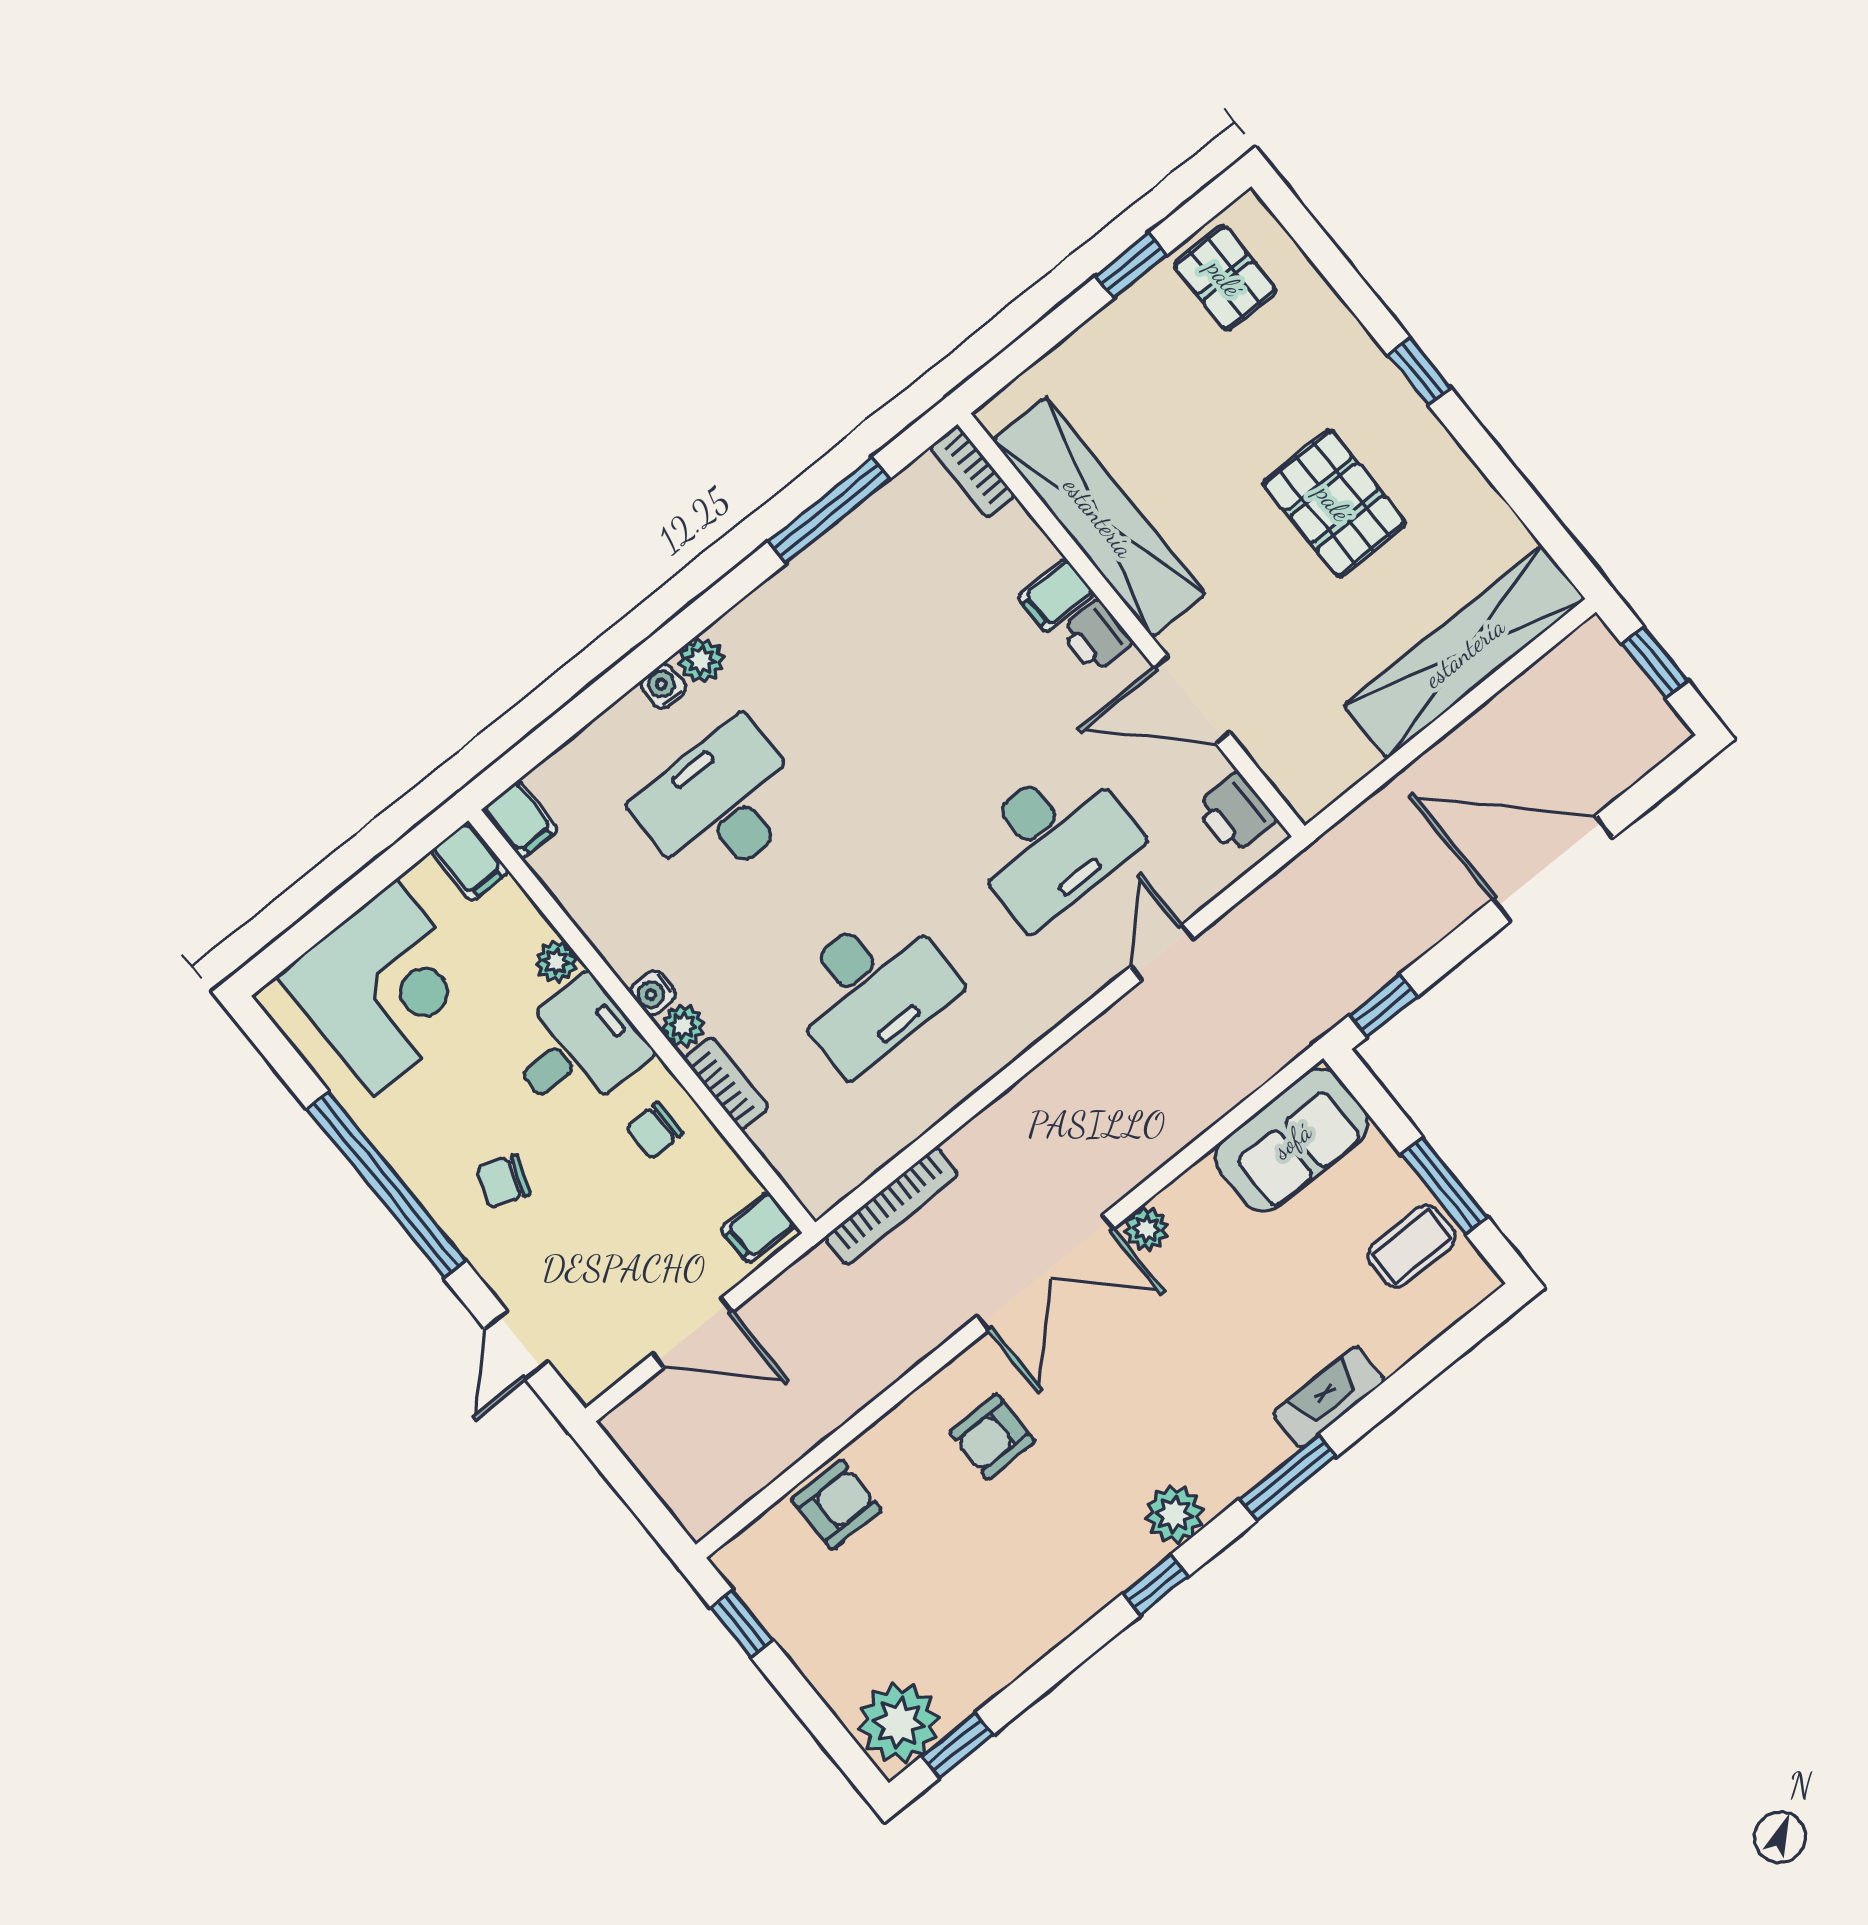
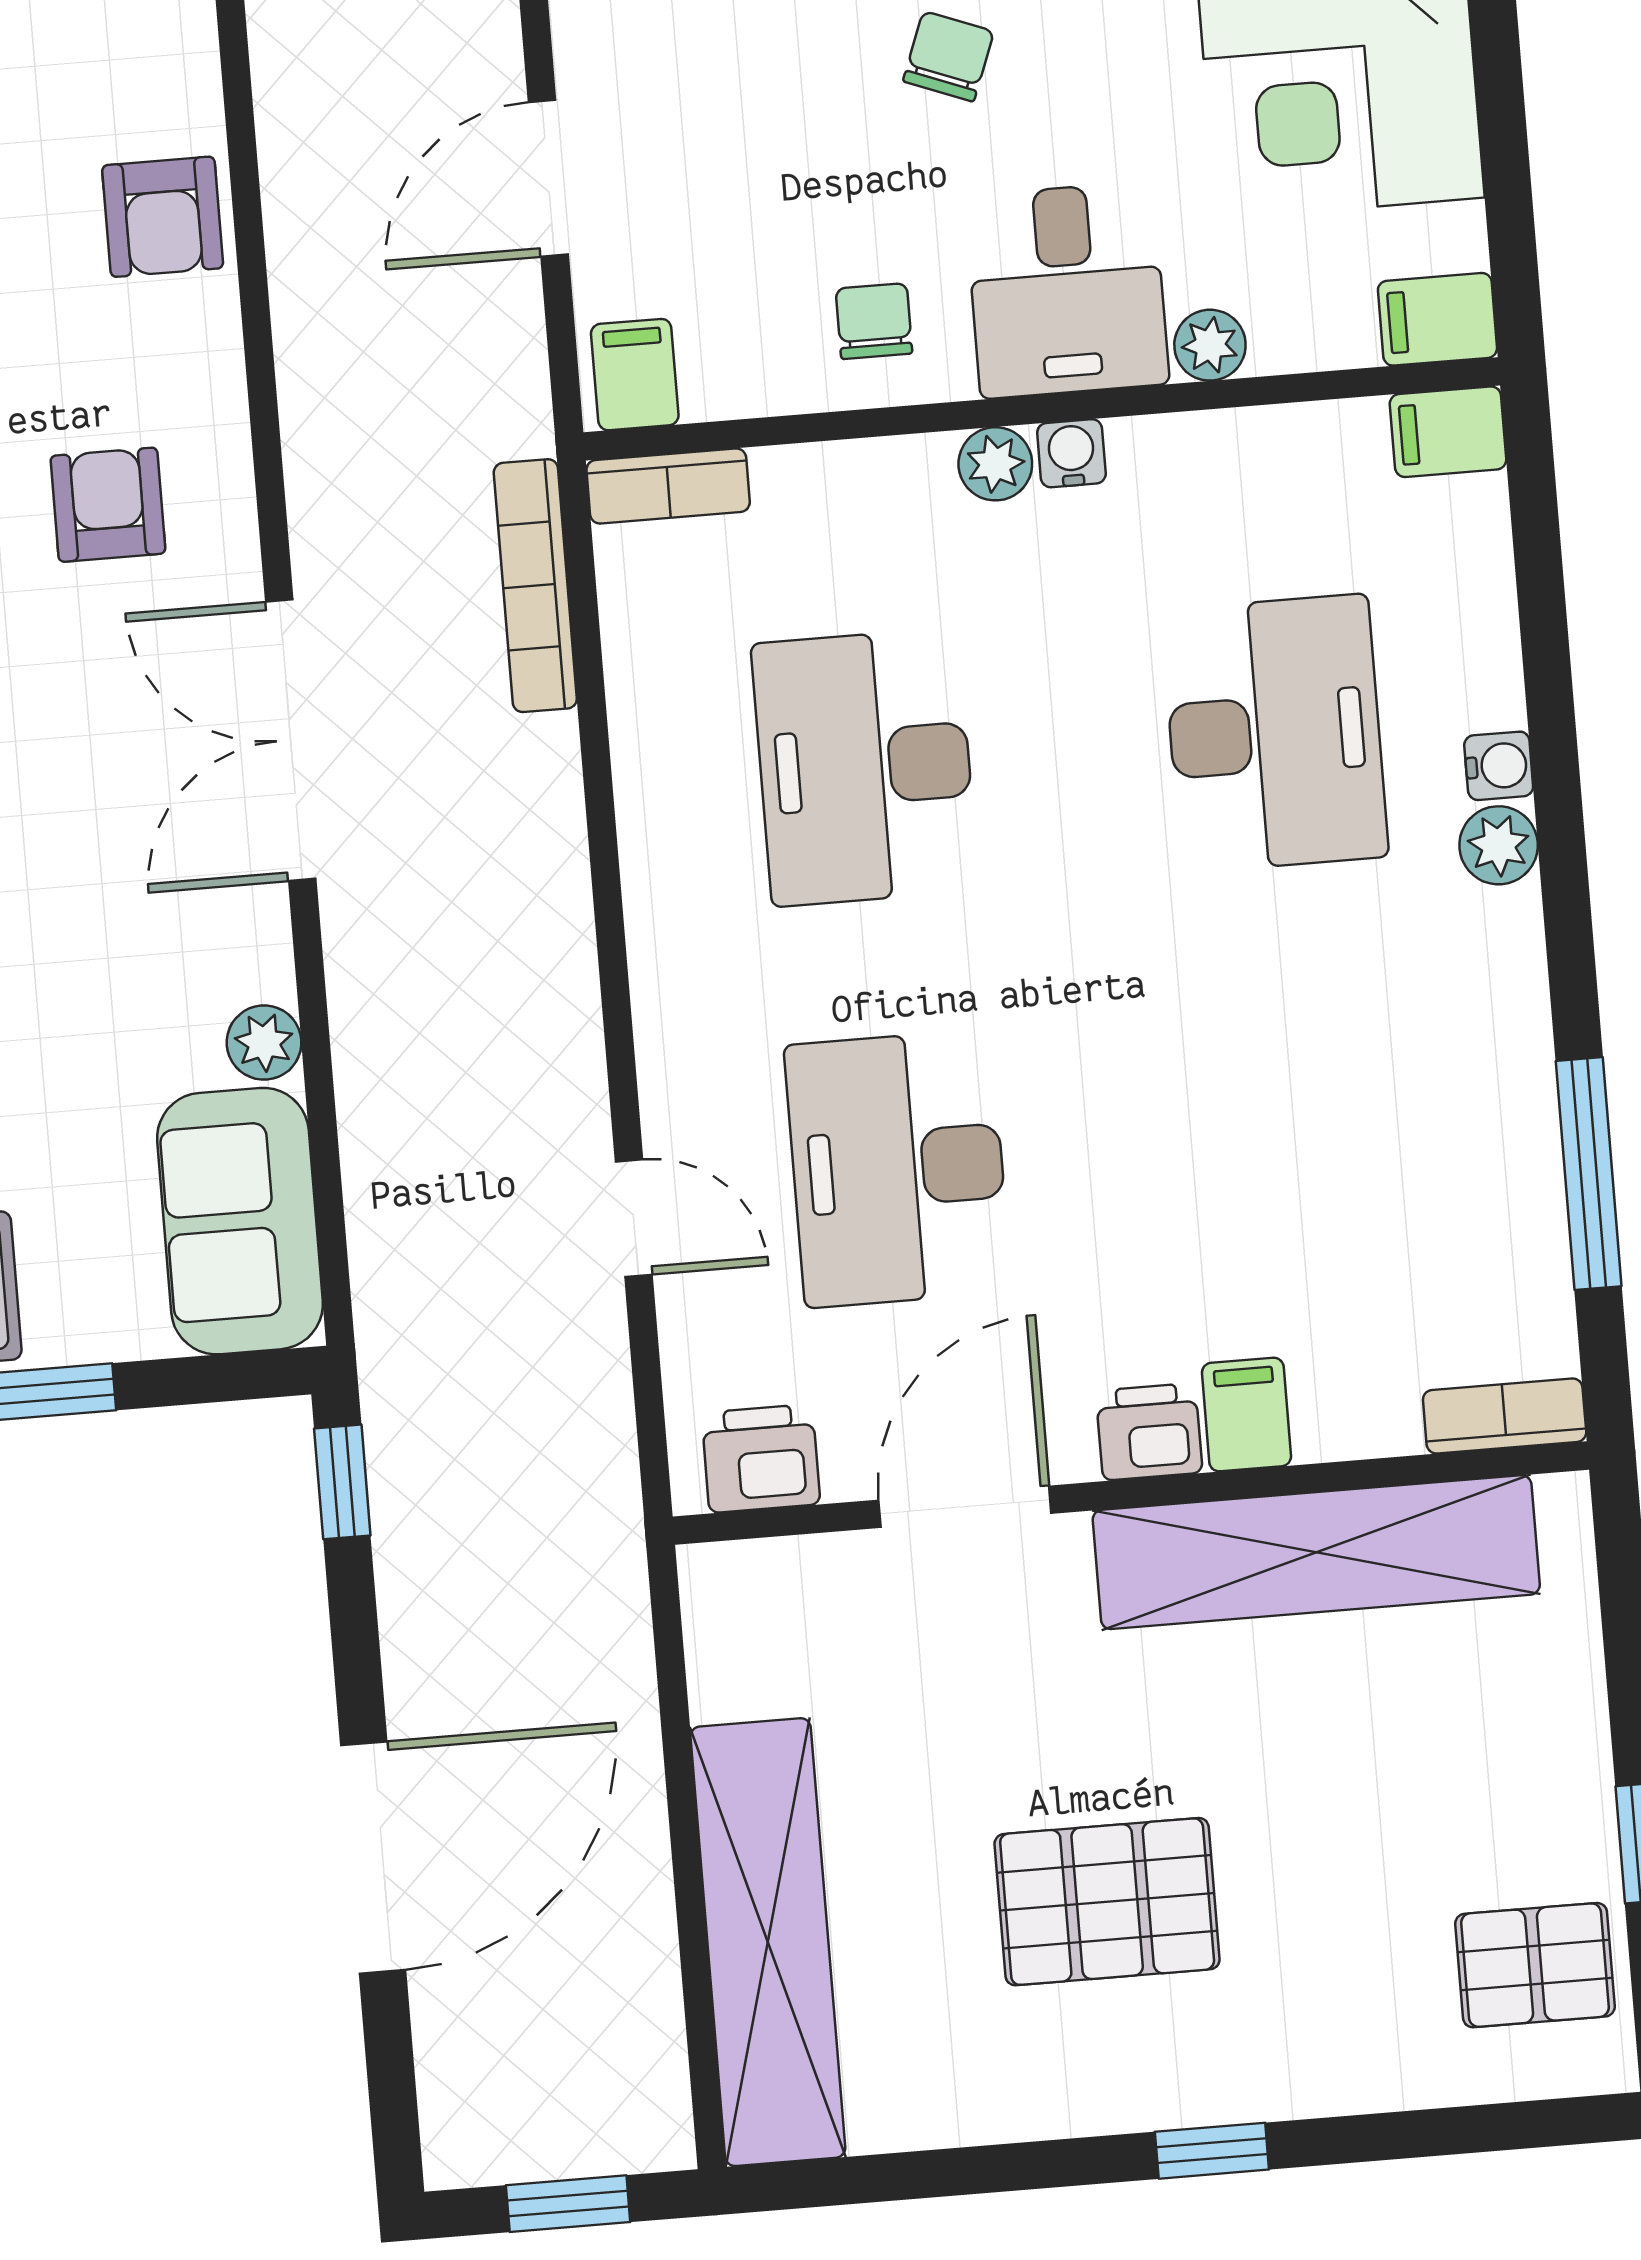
bookcase: (726, 1083) -> (668, 486), moved
plant: (1146, 1229) -> (264, 1043), moved

